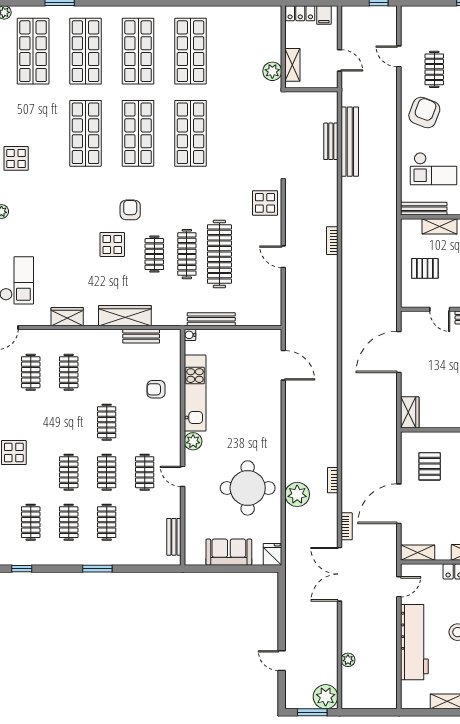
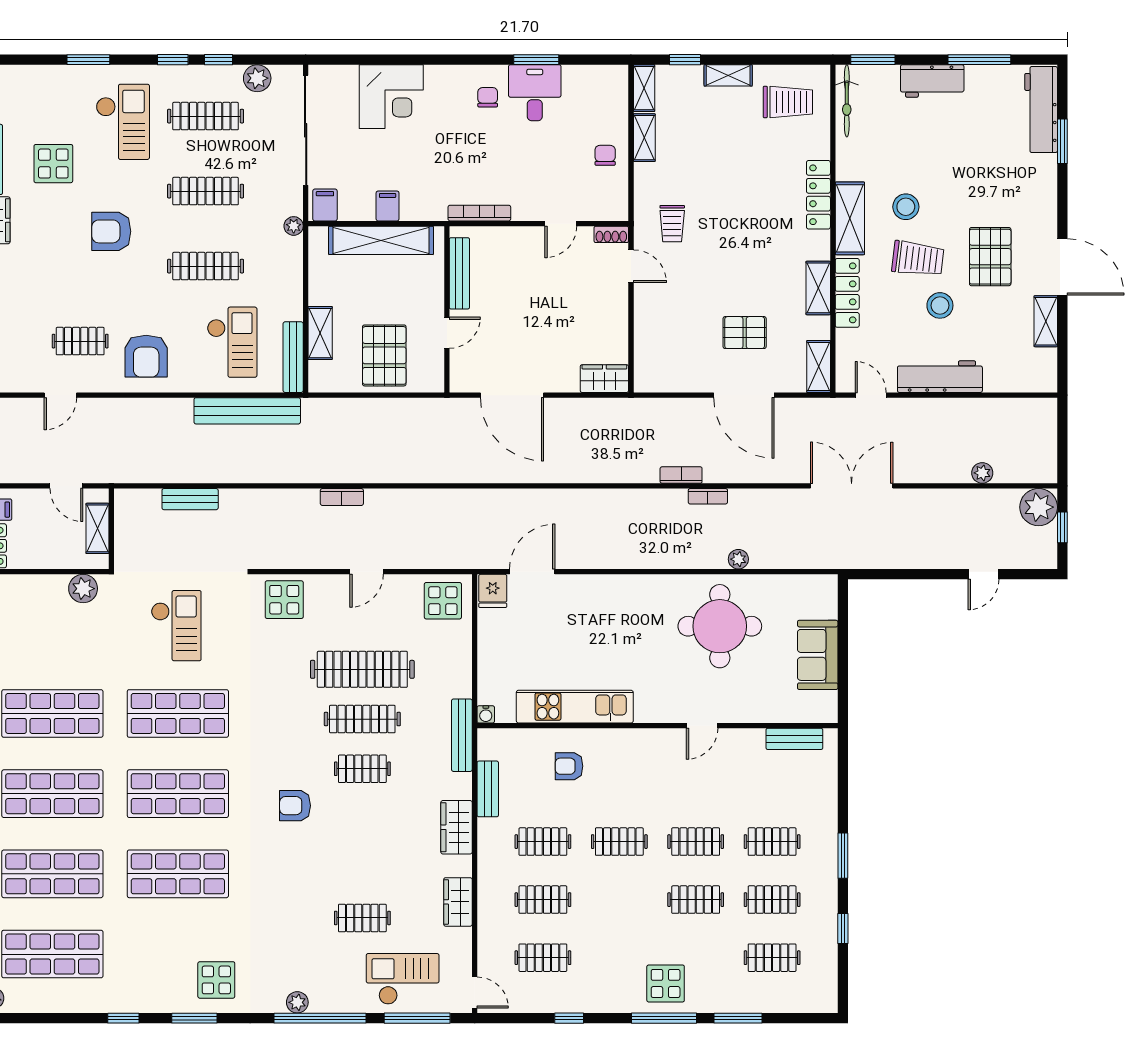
door: (339, 60) -> (66, 486), swing flipped
shelving: (292, 65) -> (97, 528), moved, turned 90
armchair: (424, 113) -> (146, 356), turned -111
checkout: (248, 132) -> (176, 626), added
bench: (350, 142) -> (247, 411), moved
display table: (112, 245) -> (443, 601), moved
clothes rail: (57, 254) -> (362, 918), added
pallet: (425, 268) -> (384, 355), width x1.50, depth x1.42
wardrobe: (125, 316) -> (457, 827), width x0.67
bench: (211, 319) -> (462, 735), moved
armchair: (156, 389) -> (569, 766), turned 90
plant: (193, 441) -> (648, 710), removed
pallet: (430, 466) -> (745, 333), moved
clothes rail: (145, 472) -> (543, 842), moved
plant: (297, 494) -> (738, 559), width x0.53, depth x0.53
bookcase: (347, 526) -> (681, 475), moved
fridge: (273, 554) -> (493, 591), moved, turned -90
window: (22, 569) -> (843, 928), moved
double door: (339, 574) -> (852, 486), swing flipped
workbench: (414, 642) -> (940, 377), width x0.73, depth x0.76
window: (312, 712) -> (1062, 527), width x0.67

